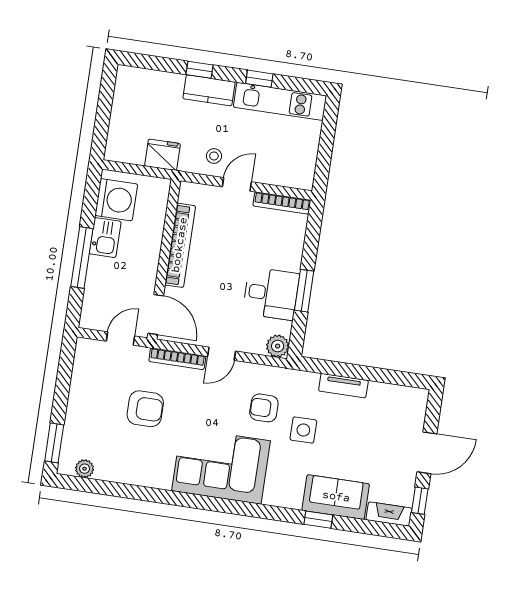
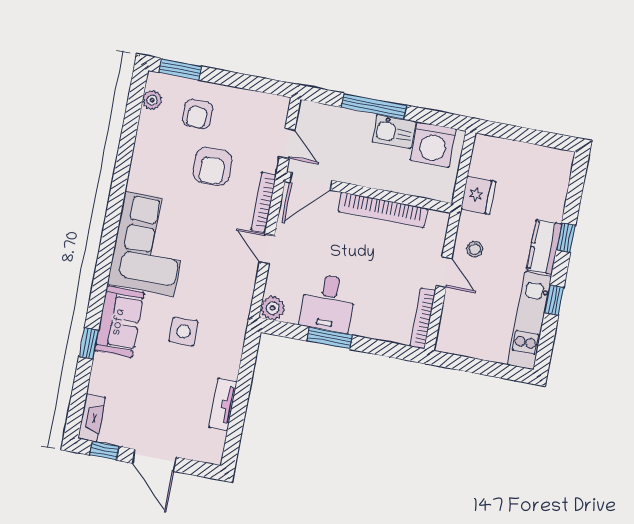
tv unit: (343, 386) -> (223, 404), moved
armchair: (264, 408) -> (198, 114), moved, turned 180
sofa: (336, 497) -> (119, 322), moved

